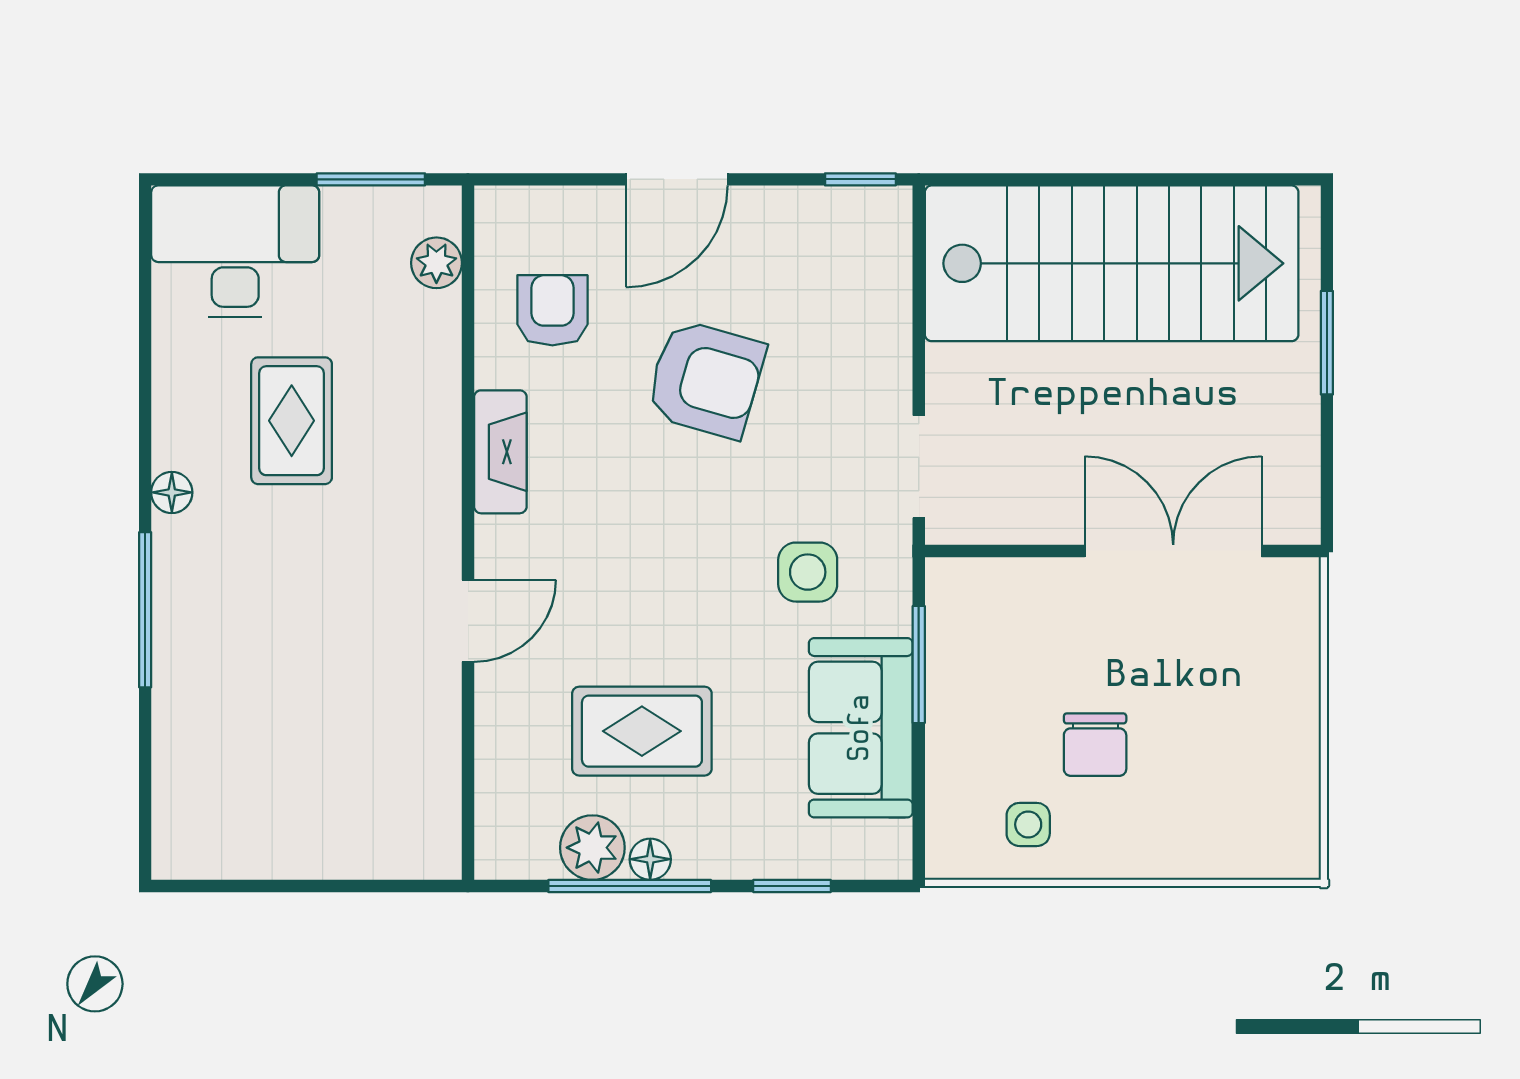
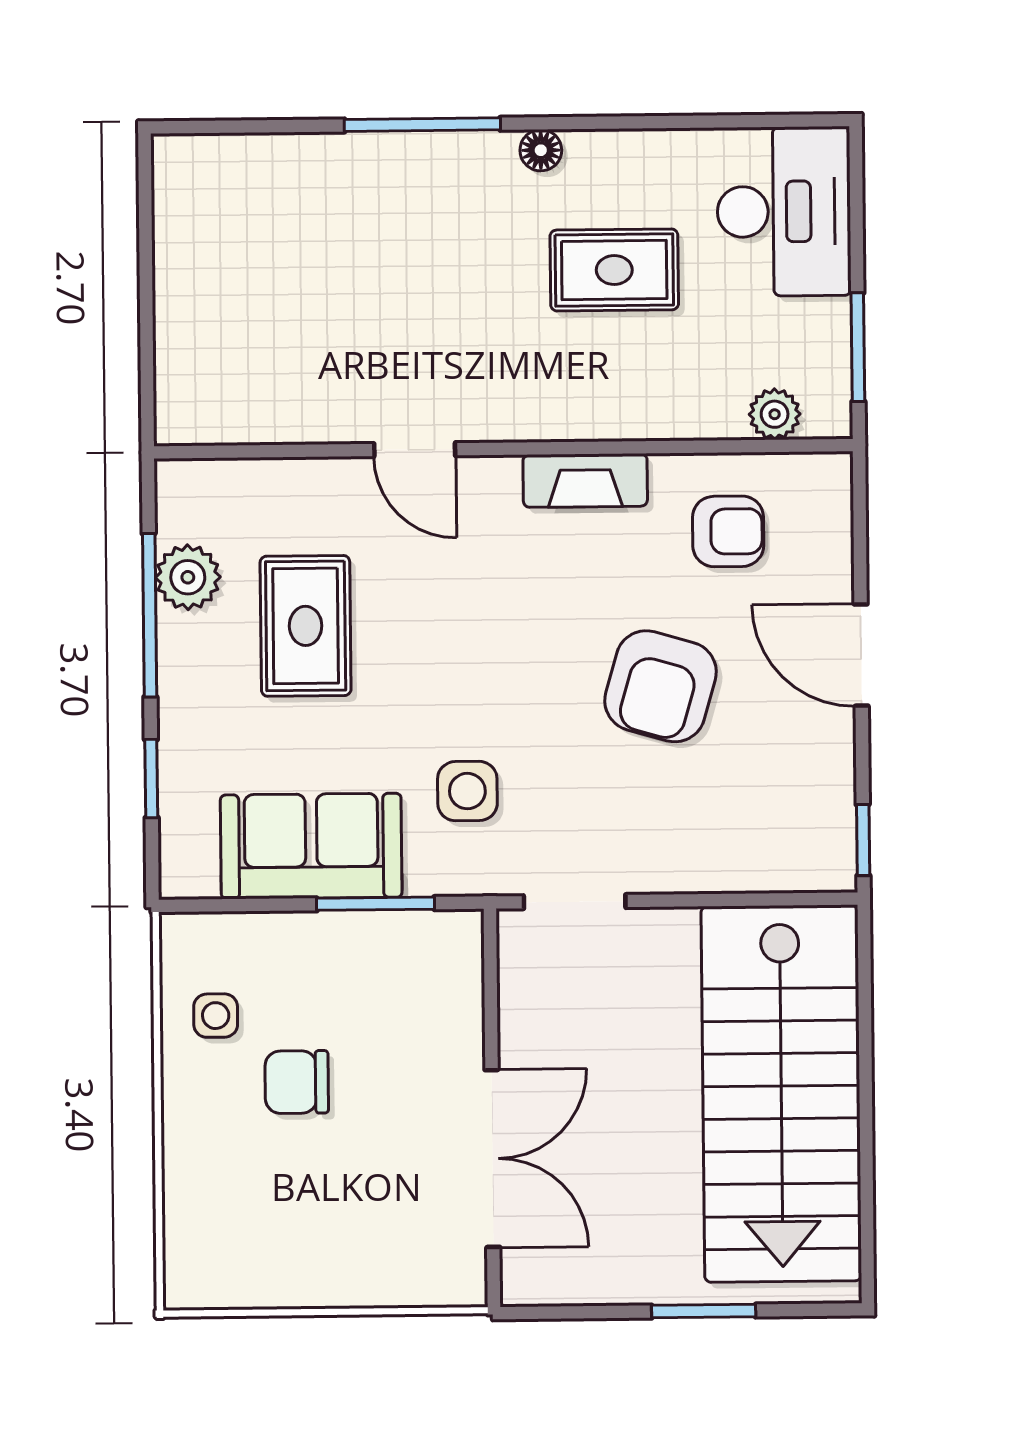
floor lamp: (650, 859) -> (177, 636), removed

